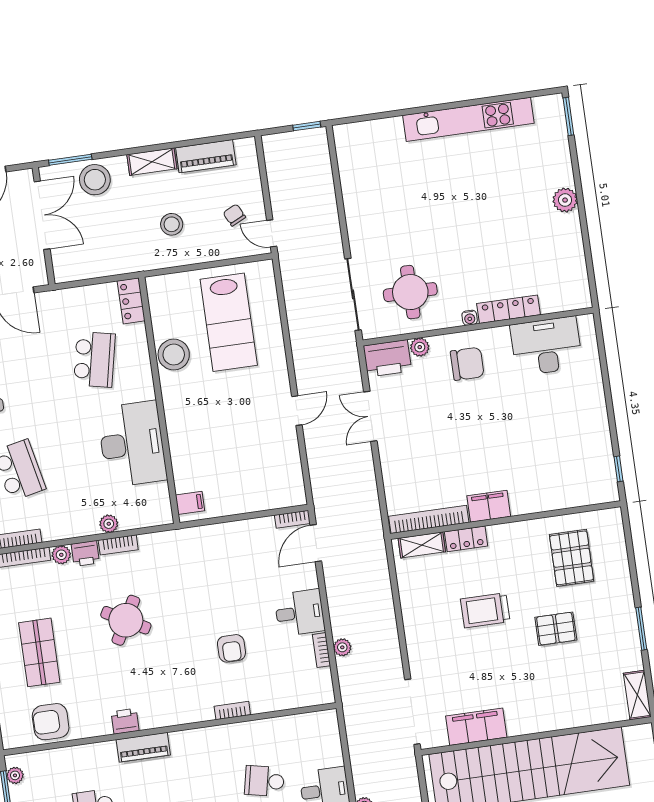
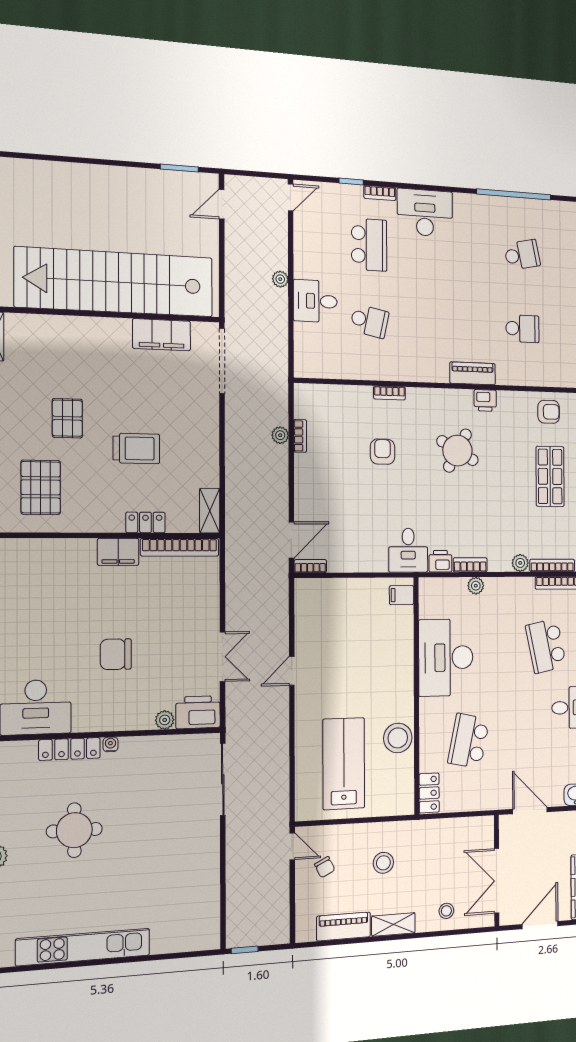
window: (70, 160) -> (466, 931), removed
stool: (95, 180) -> (446, 911), width x0.53, depth x0.53
round table: (410, 292) -> (74, 830), moved
chair: (467, 364) -> (116, 654), moved
shelving: (422, 545) -> (210, 511), moved, turned 90
printer: (85, 553) -> (440, 561), moved
desk: (300, 613) -> (408, 550), moved, turned -90
round table: (126, 620) -> (457, 451), moved
pallet: (556, 629) -> (67, 418), turned 90
armchair: (51, 722) -> (549, 412), width x0.72, depth x0.72

